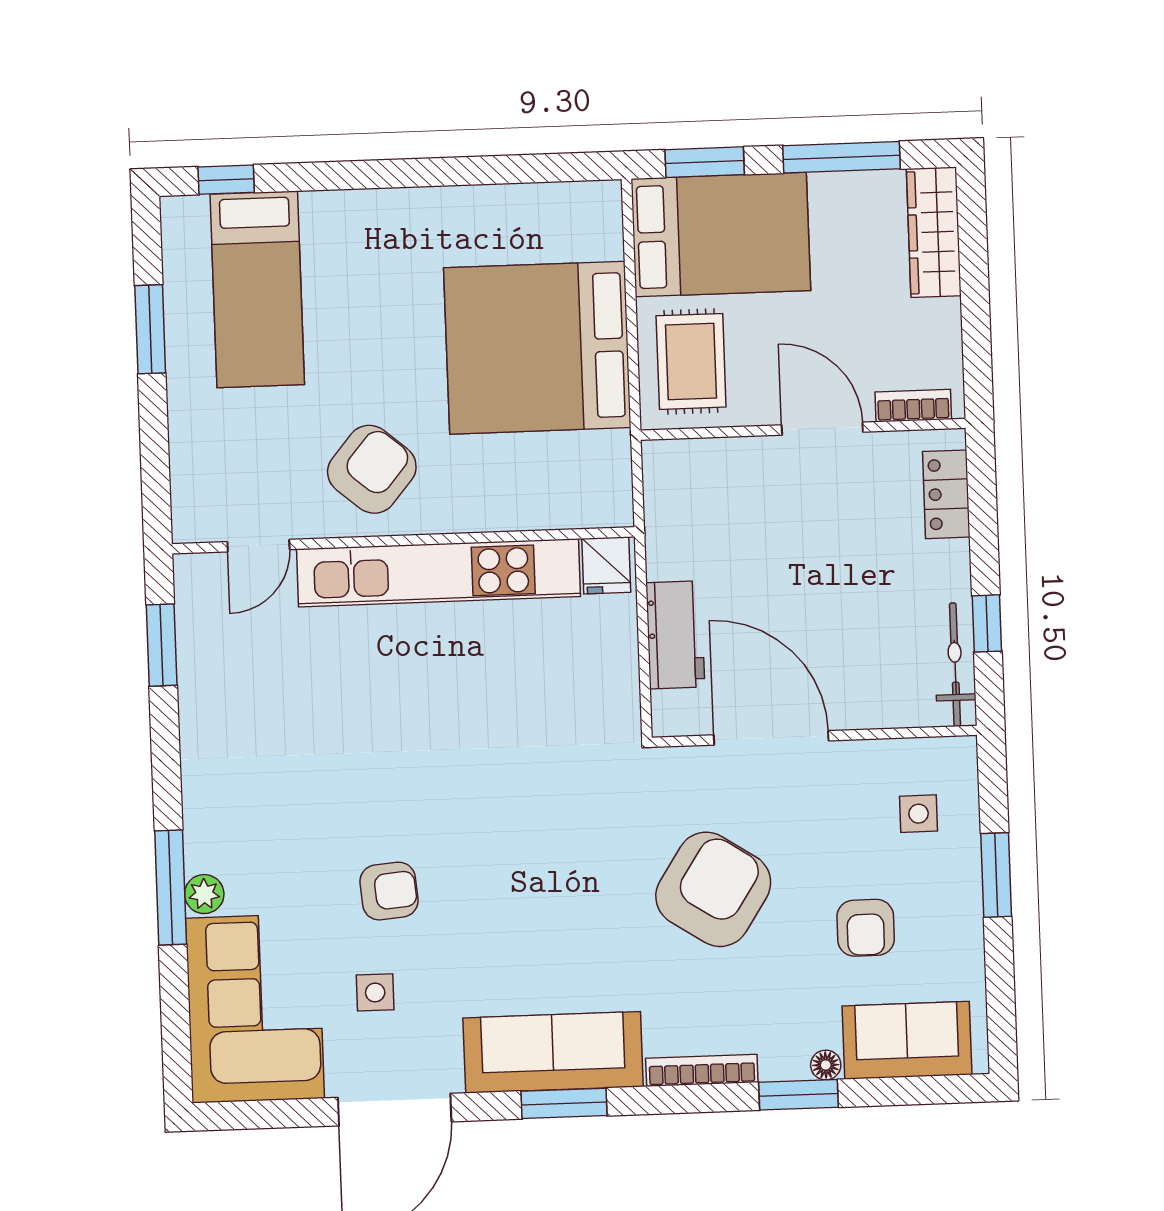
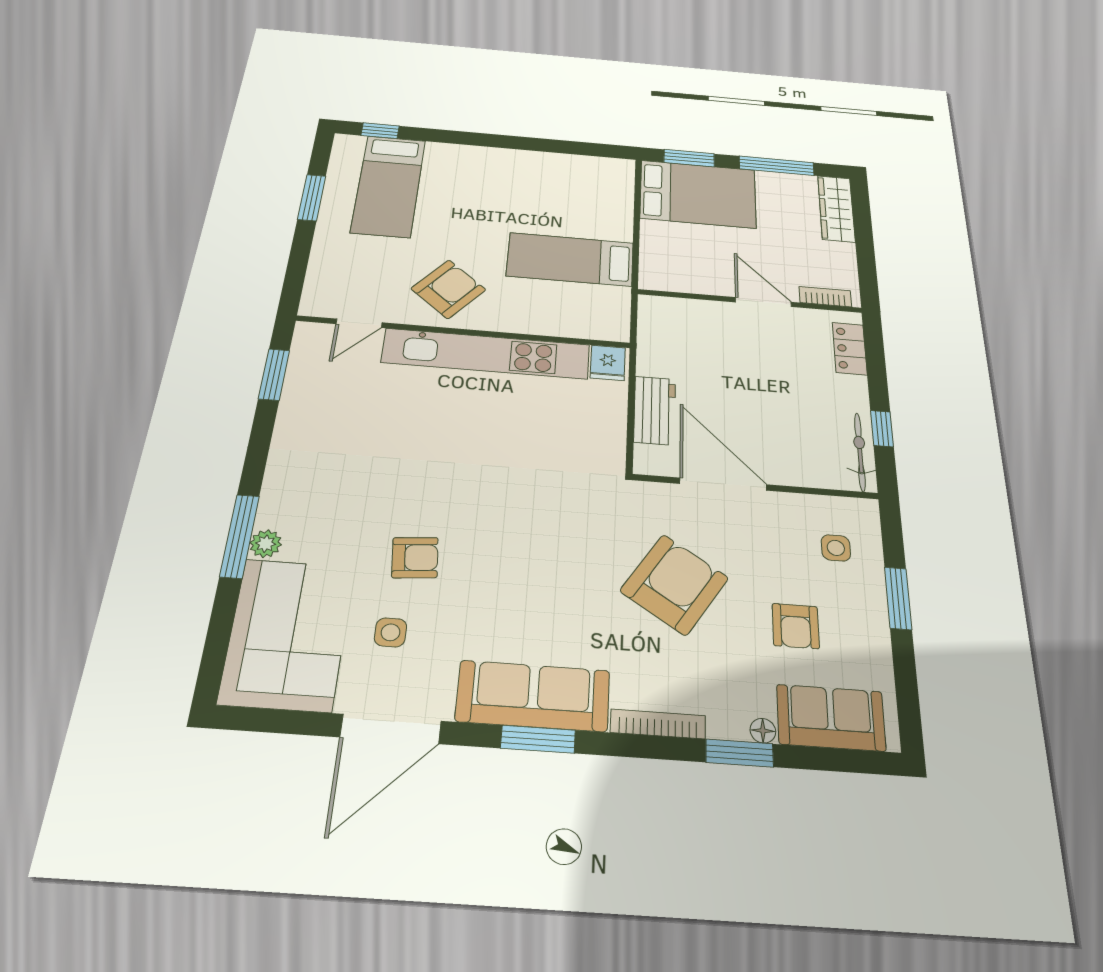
bed: (537, 348) -> (570, 259), width x0.49
rug: (691, 361) -> (675, 256), removed

